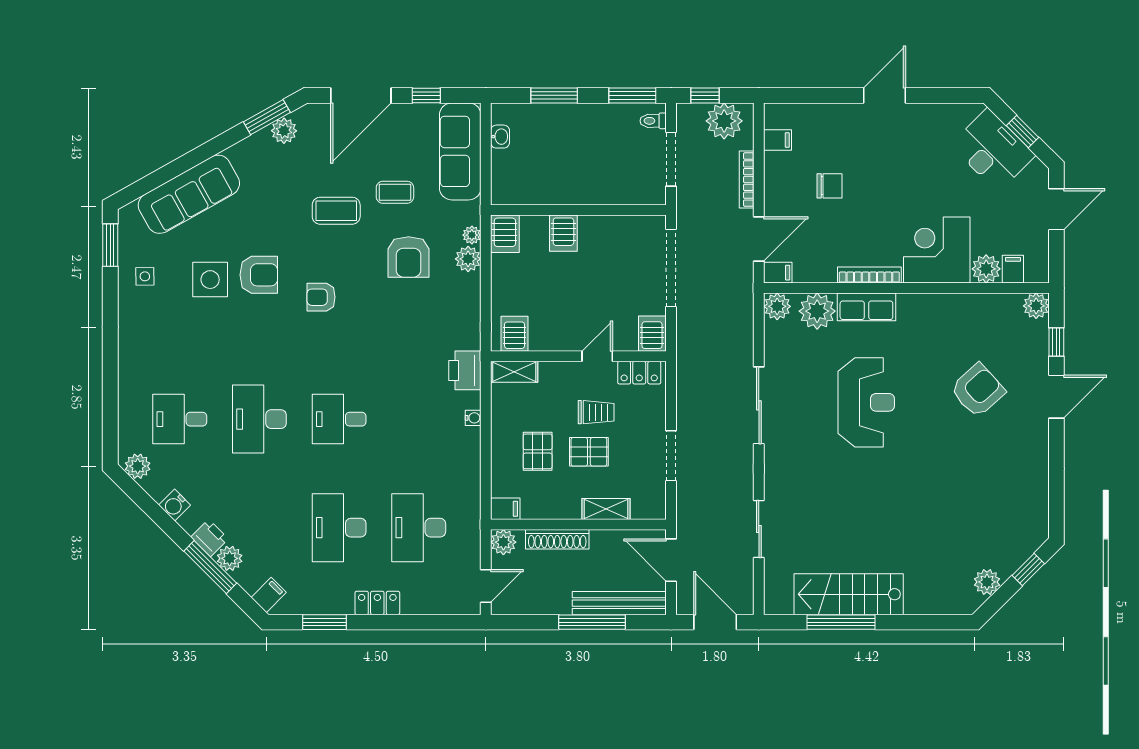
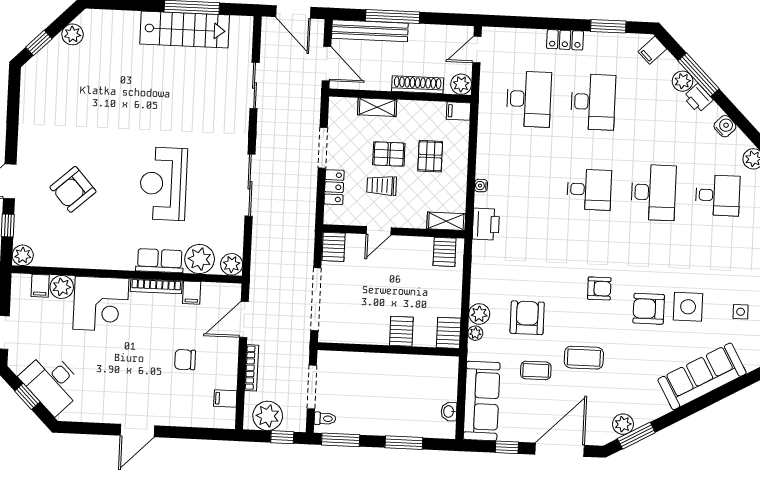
filing cabinet: (778, 273) -> (192, 293), moved, turned -90
locker: (639, 373) -> (334, 187), moved, turned 90

